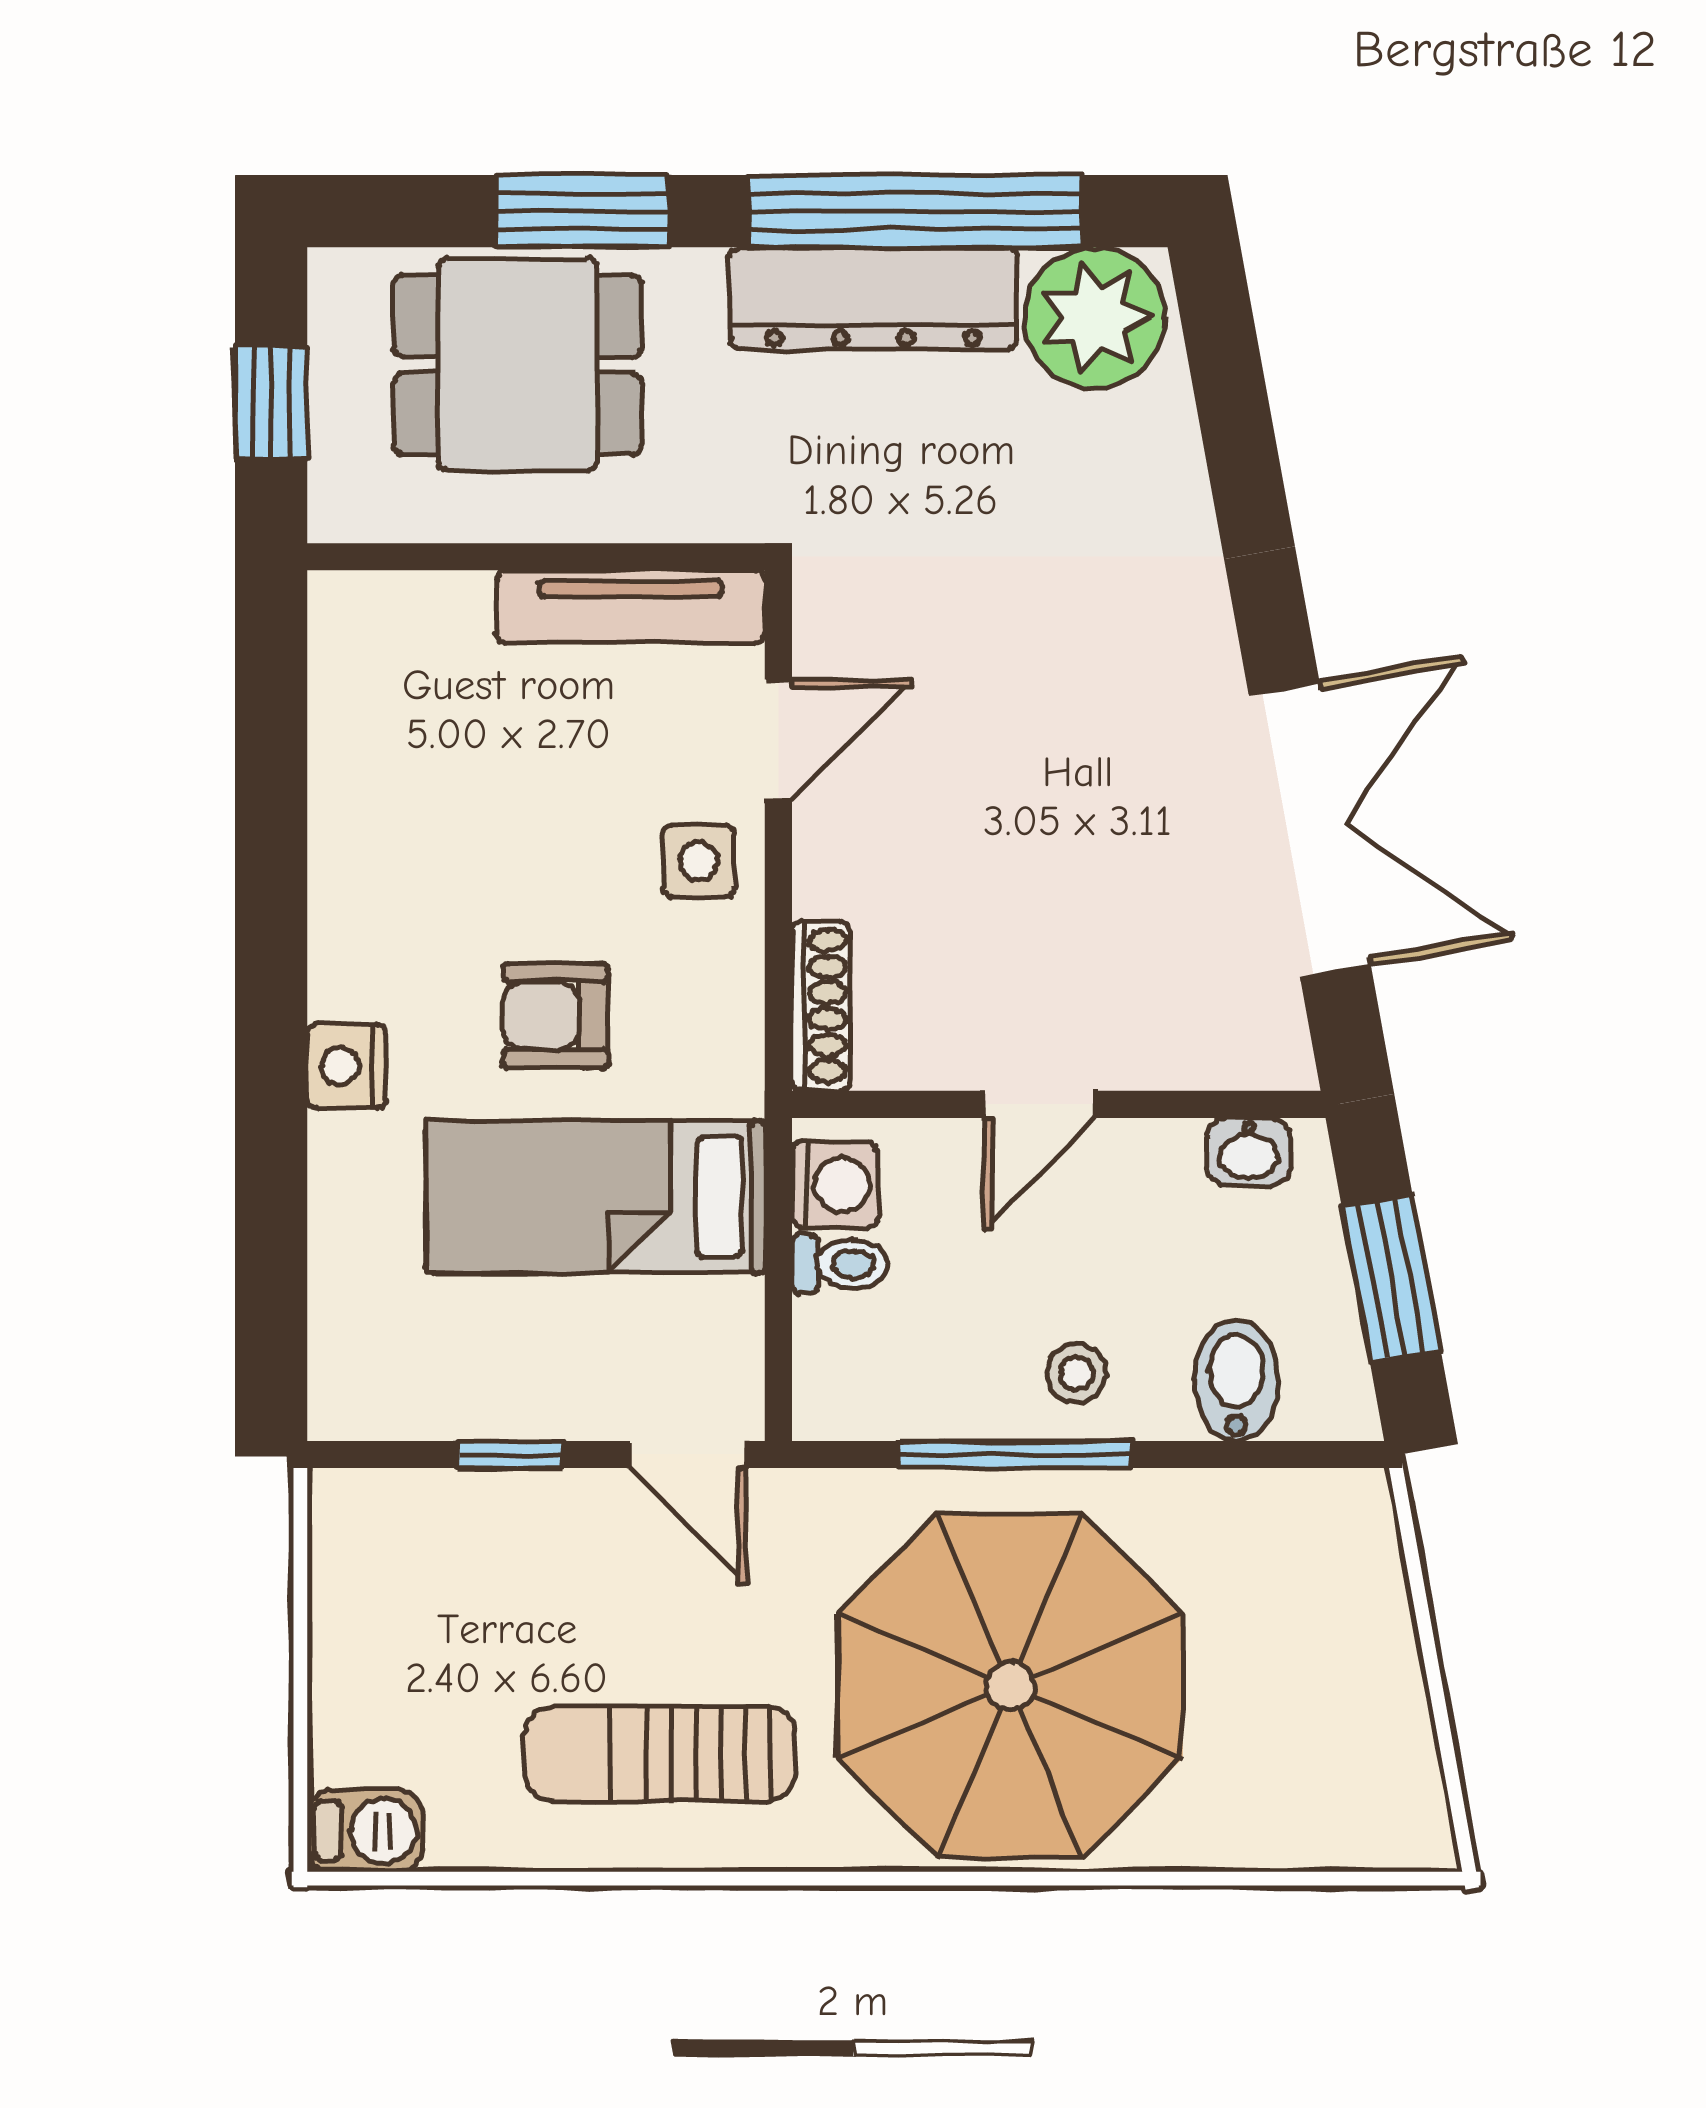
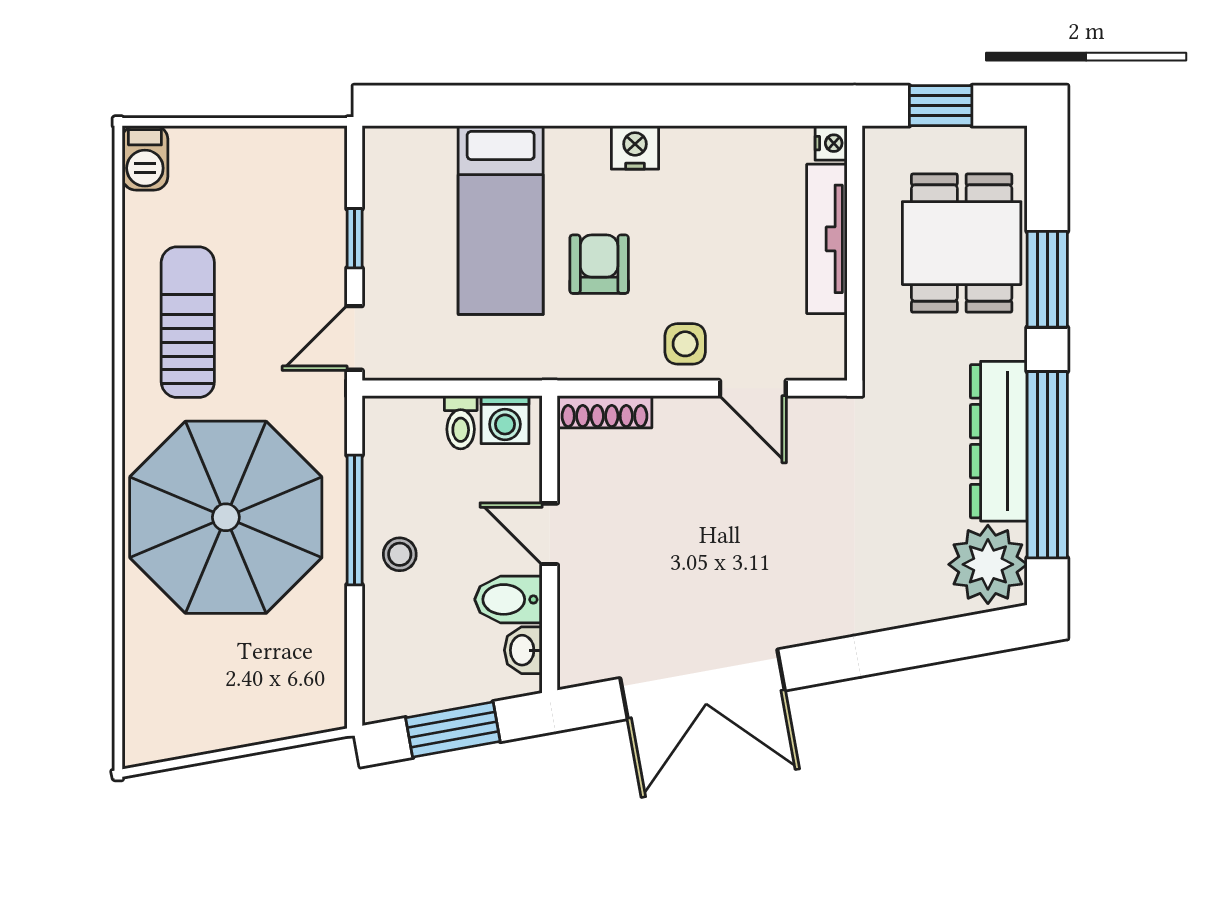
nightstand: (338, 599) -> (831, 143), added
tv unit: (631, 607) -> (827, 239), moved
nightstand: (346, 1066) -> (635, 147), moved
bed: (595, 1197) -> (501, 220), moved, turned 180
bidet: (1236, 1380) -> (508, 599), moved, turned 180

